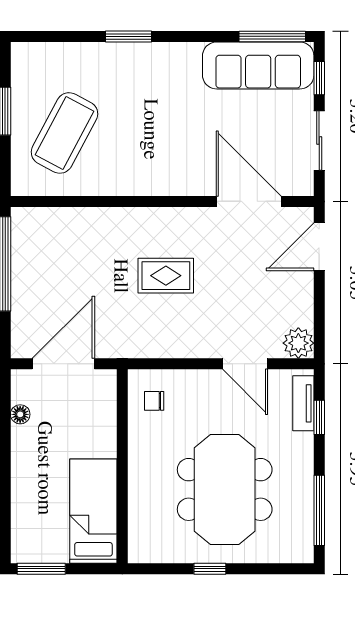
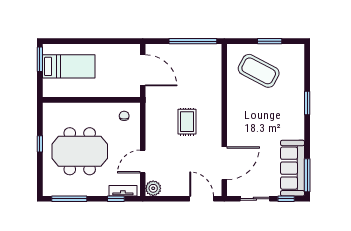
floor lamp: (20, 414) -> (117, 49), removed
bed: (93, 511) -> (69, 66), moved

